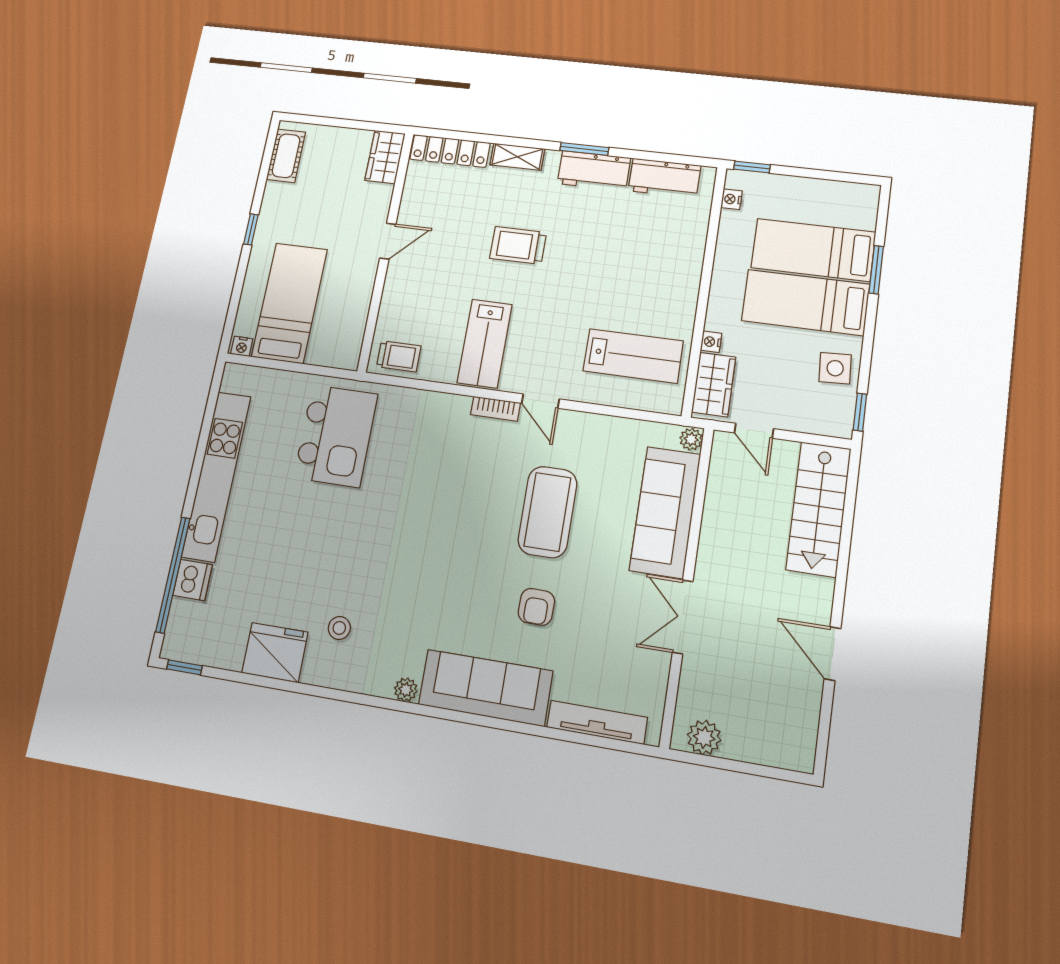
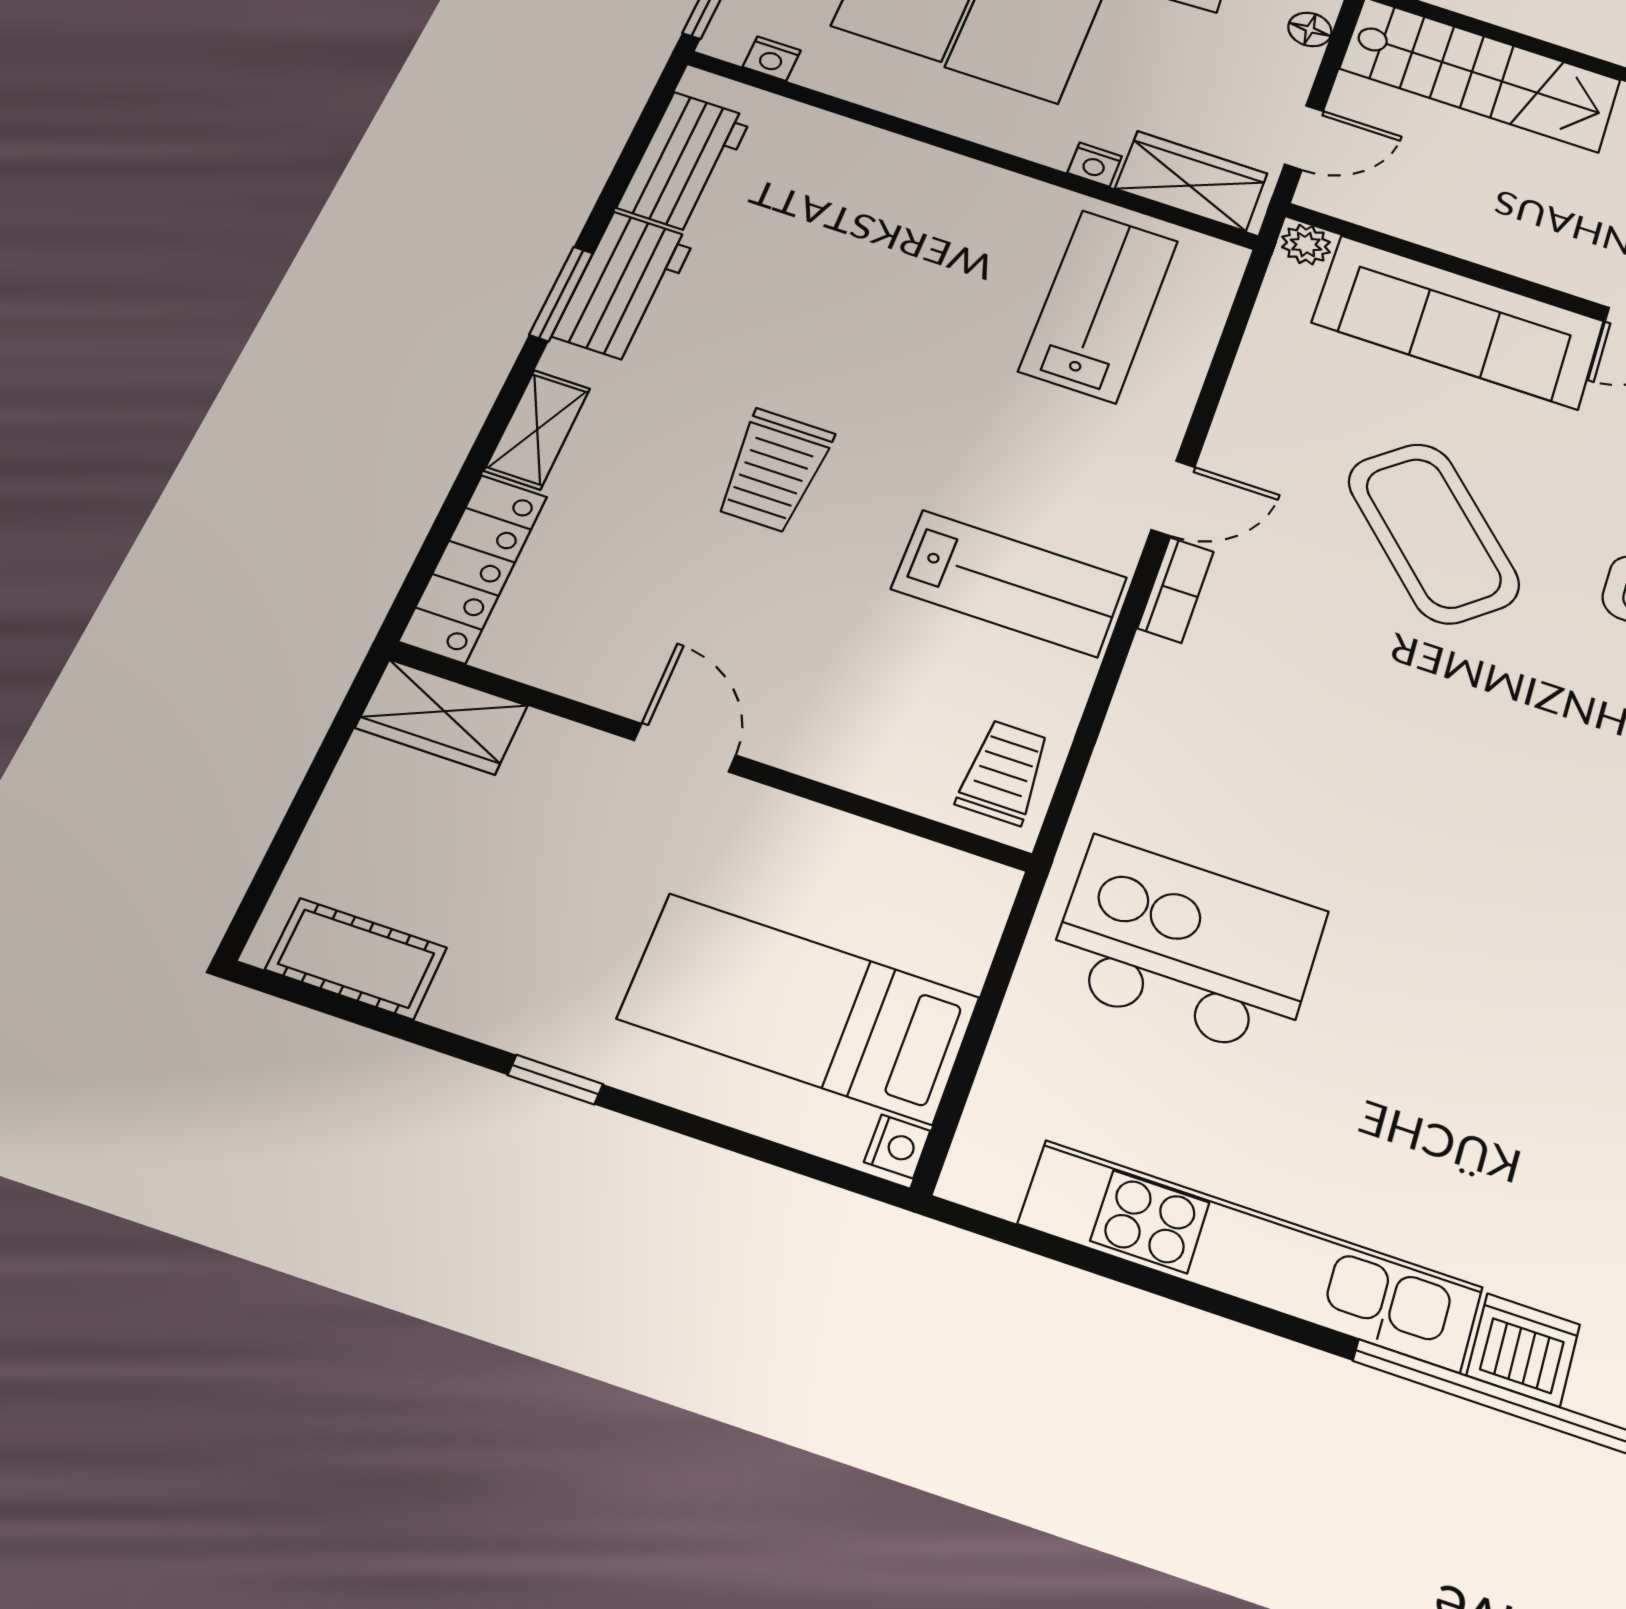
floor lamp: (822, 425) -> (1310, 29), added
coffee table: (547, 512) -> (1433, 533), turned 48

